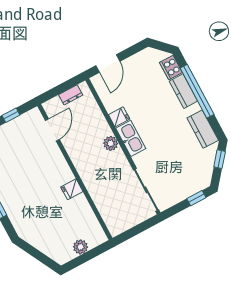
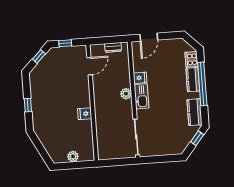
window: (196, 198) -> (169, 158), removed

